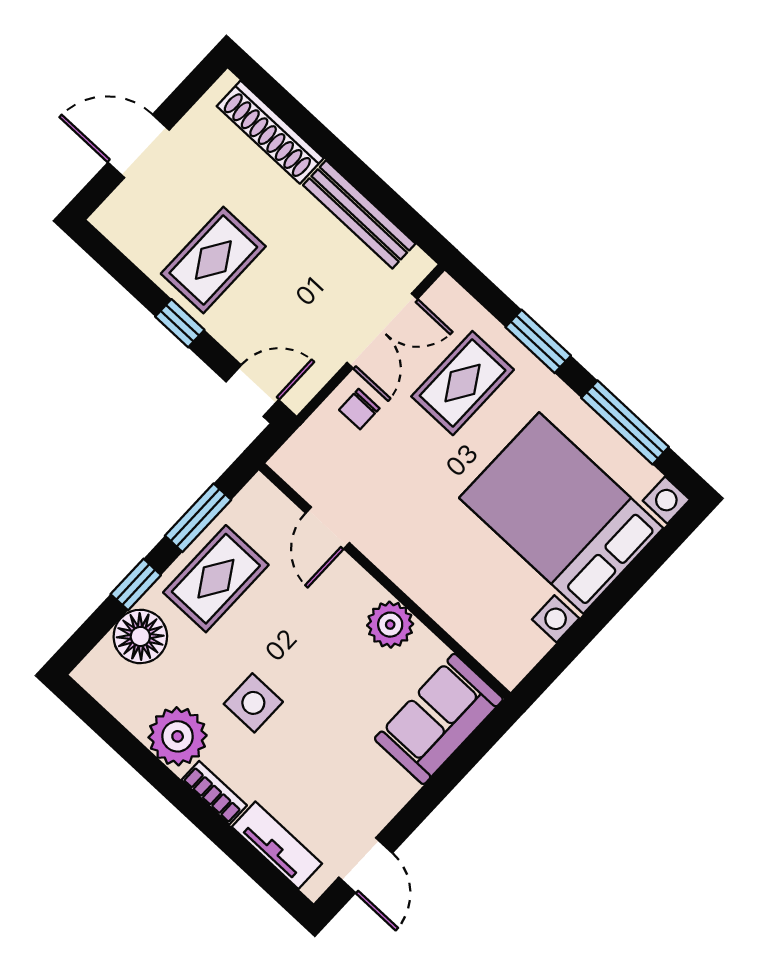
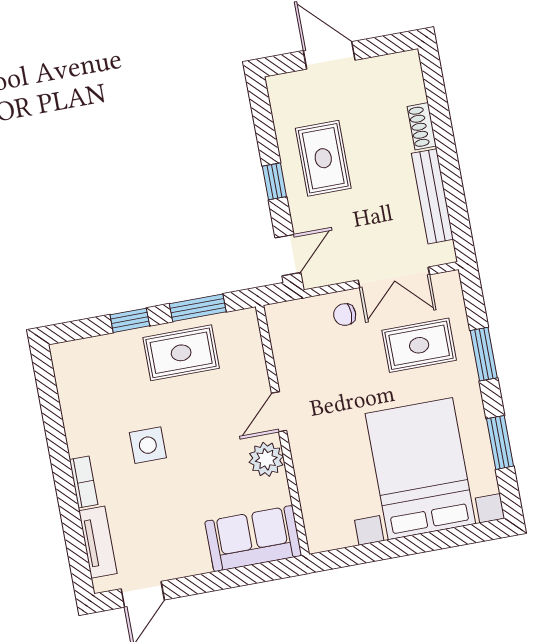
shoe rack: (270, 132) -> (422, 126), width x0.51, depth x0.81
rug: (213, 260) -> (323, 158), turned 90
door: (252, 391) -> (288, 255), hinge flipped
window: (625, 422) -> (500, 442), width x0.69
door: (328, 528) -> (279, 412), moved
floor lamp: (140, 636) -> (109, 354), removed
plant: (178, 736) -> (87, 431), removed

